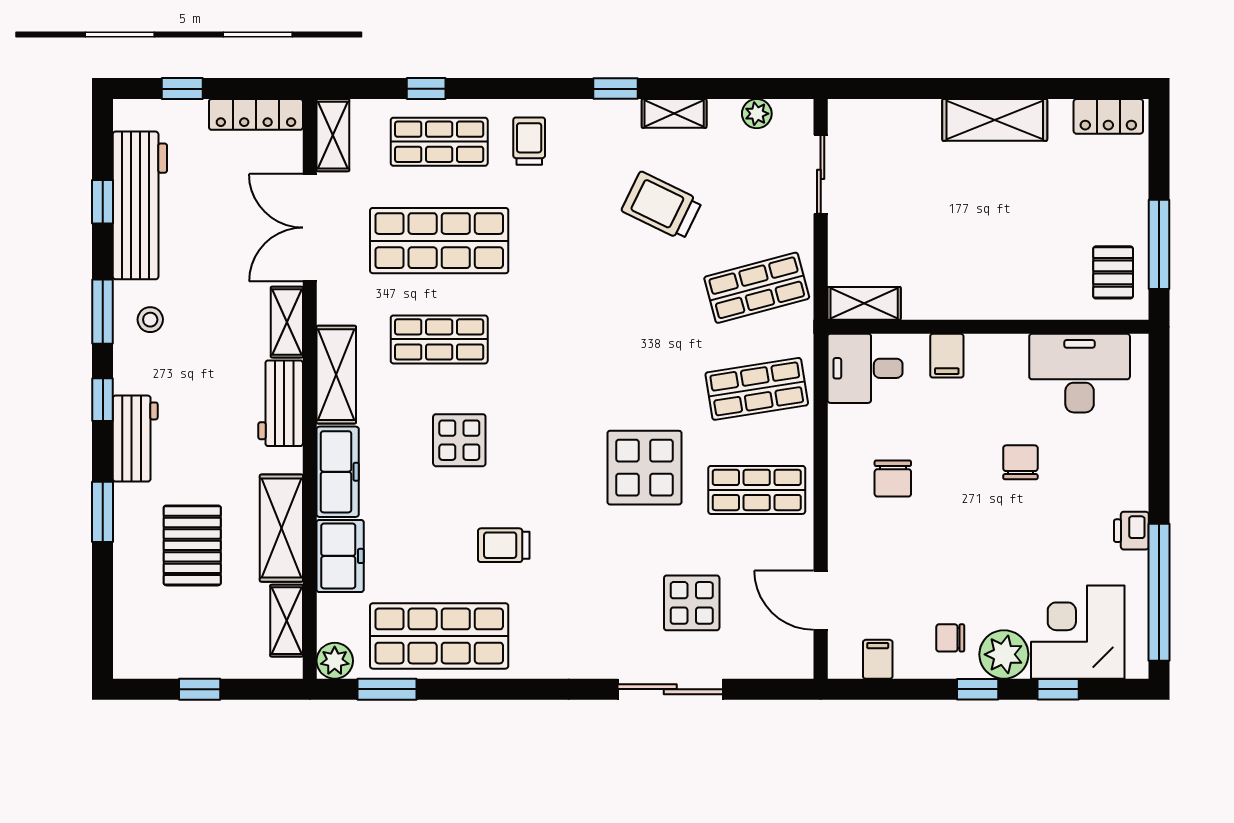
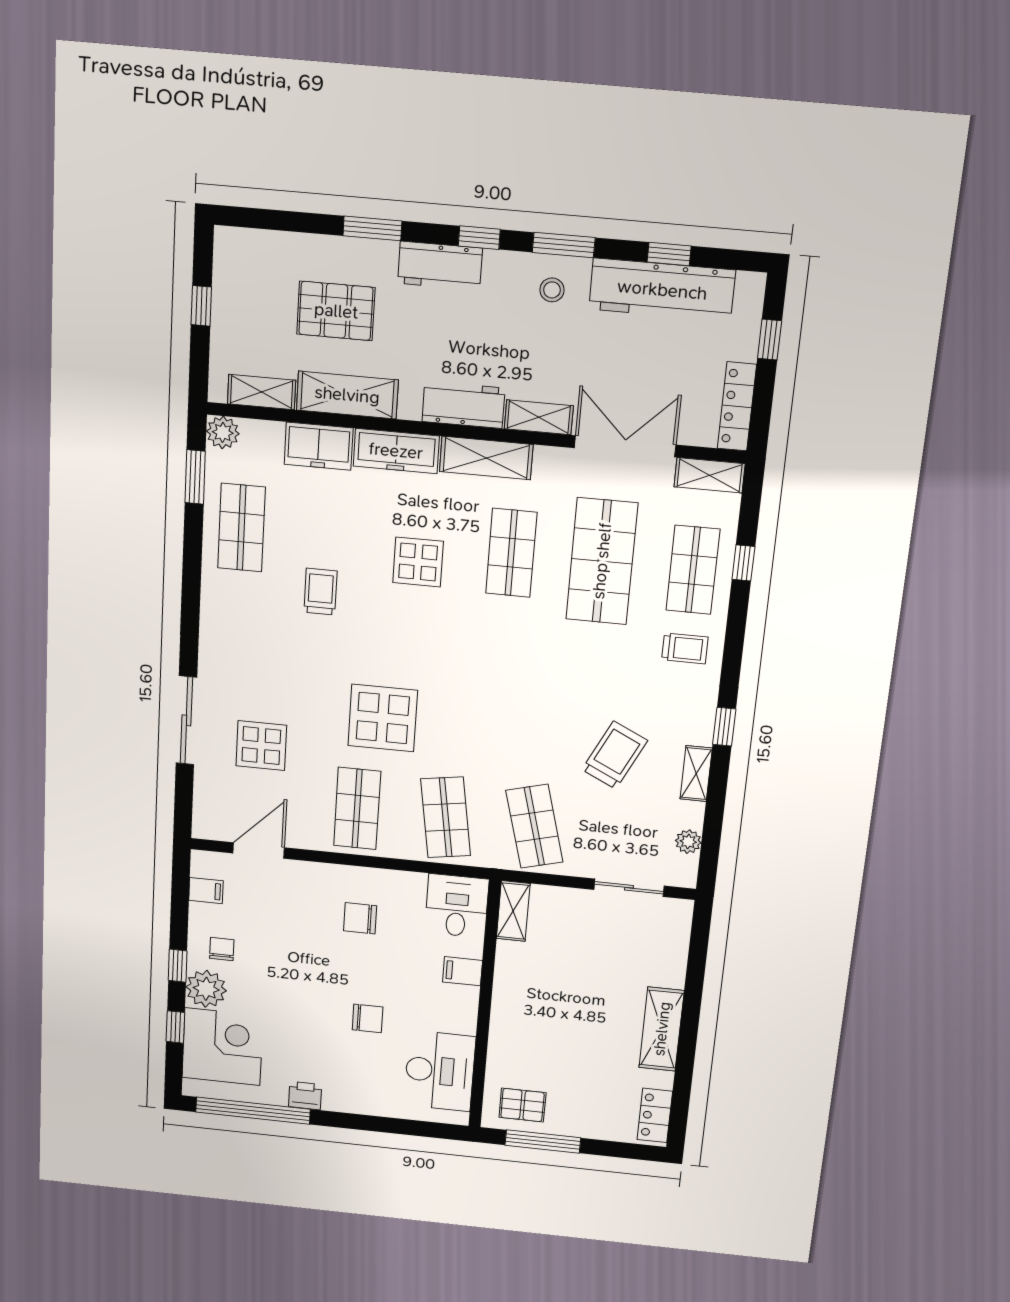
shop shelf: (439, 636) -> (242, 528), width x0.70, depth x0.74

